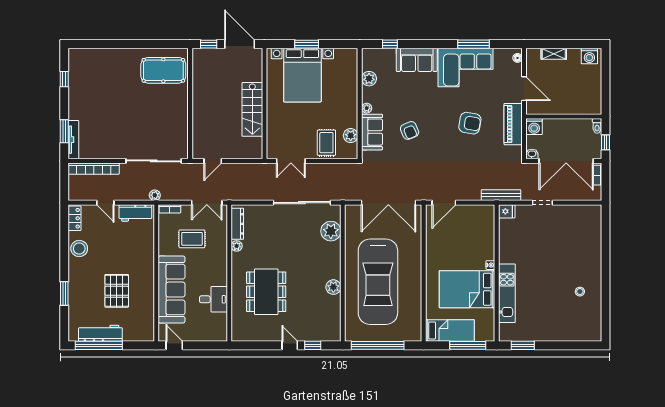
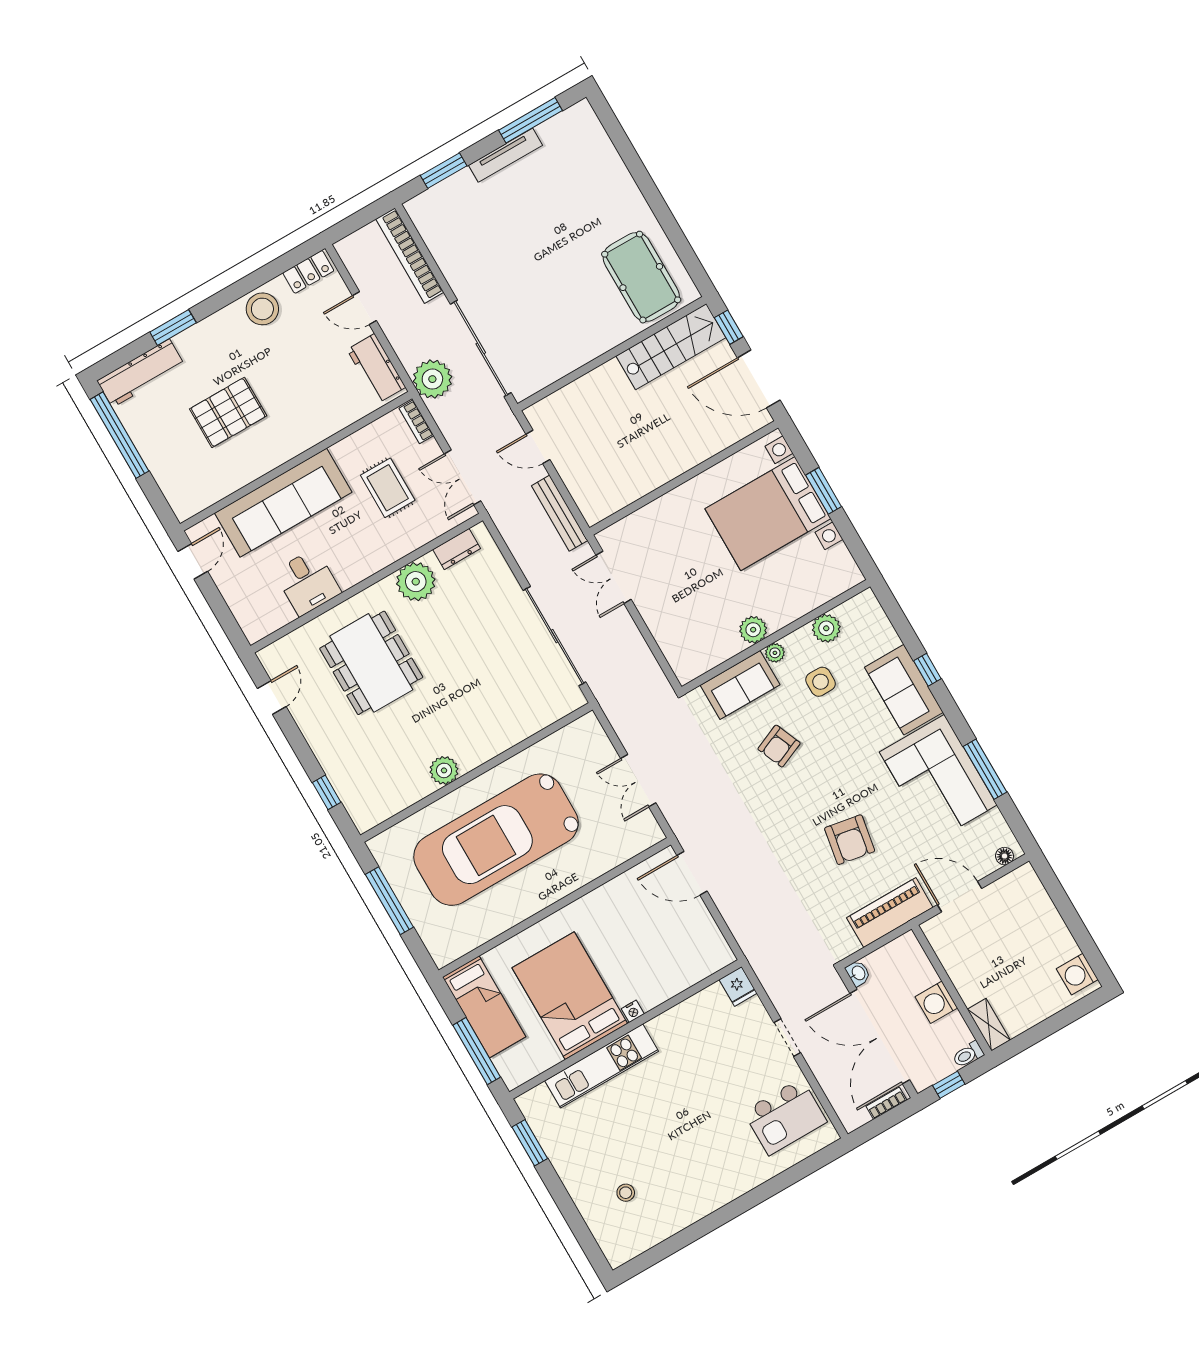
door: (240, 44) -> (759, 379), swing flipped
window: (390, 44) -> (927, 670), moved
shelving: (554, 54) -> (989, 1025), moved
window: (64, 79) -> (531, 120), width x2.17
door: (524, 89) -> (960, 897), swing flipped
side table: (391, 95) -> (821, 682), added
stairs: (252, 109) -> (671, 347), moved, turned 180
washing machine: (534, 127) -> (936, 1002), moved
plant: (351, 136) -> (753, 630), moved
tv unit: (73, 140) -> (505, 155), moved
rug: (326, 143) -> (678, 619), removed
plant: (155, 195) -> (432, 379), width x1.88, depth x1.88
bench: (501, 195) -> (560, 513), moved
door: (105, 203) -> (364, 308), hinge flipped
double door: (388, 203) -> (638, 781), width x0.54
dresser: (237, 224) -> (457, 549), width x0.70
kitchen island: (577, 224) -> (785, 1117), added
plant: (331, 231) -> (535, 712), removed
plant: (237, 246) -> (416, 582), width x1.87, depth x1.87
dining table: (266, 292) -> (371, 663), turned 90
stool: (580, 292) -> (626, 1193), moved
workbench: (100, 333) -> (141, 373), moved, turned 90
door: (290, 345) -> (272, 698), moved
window: (378, 345) -> (389, 901), width x0.68

